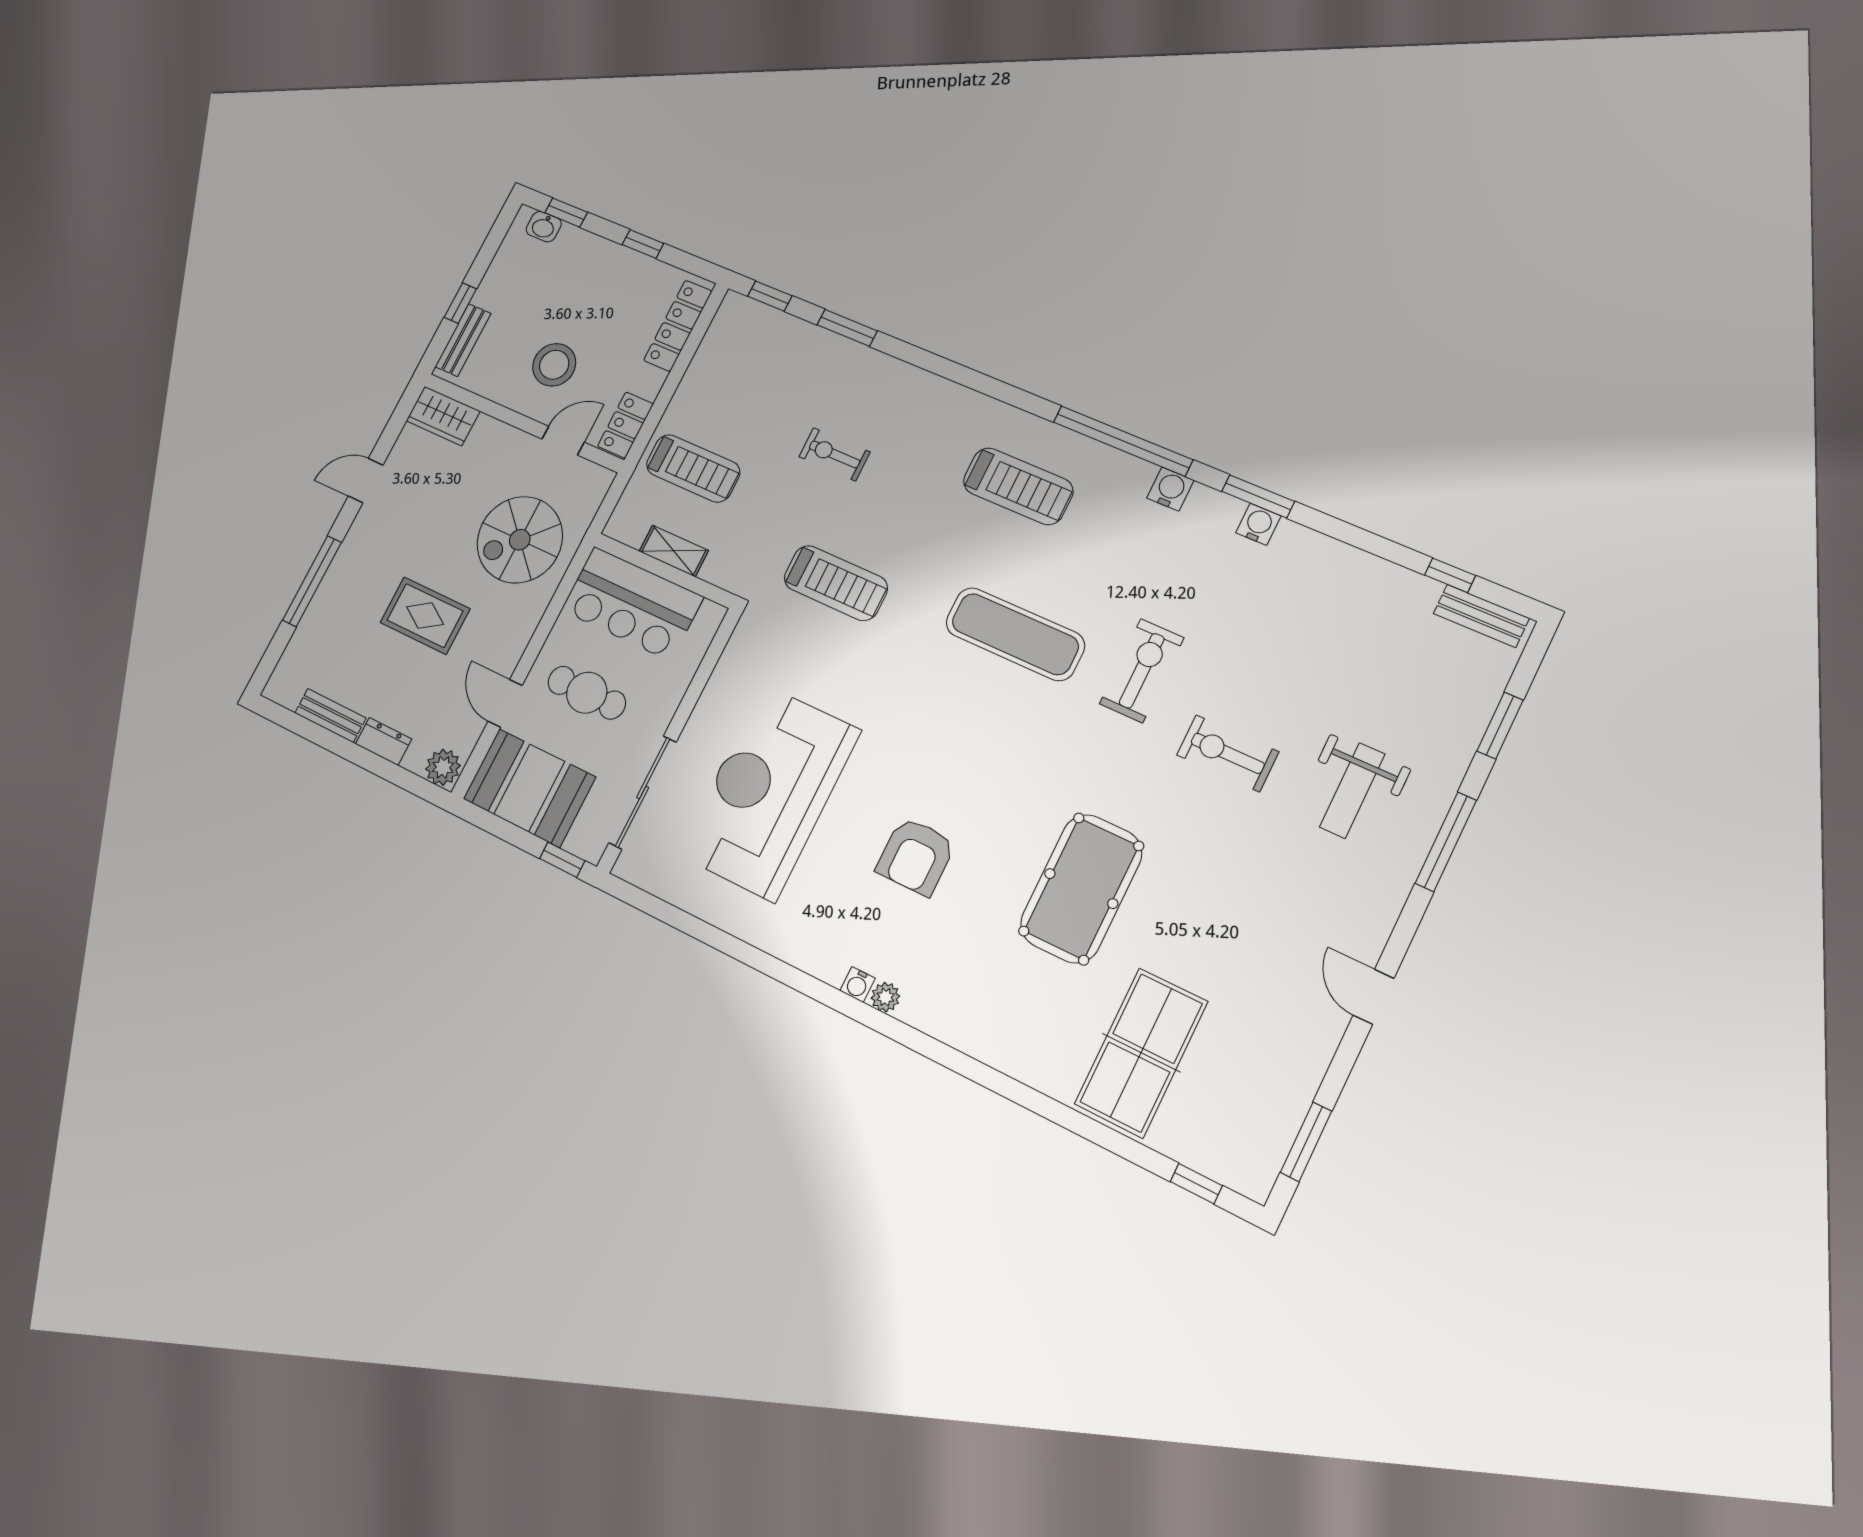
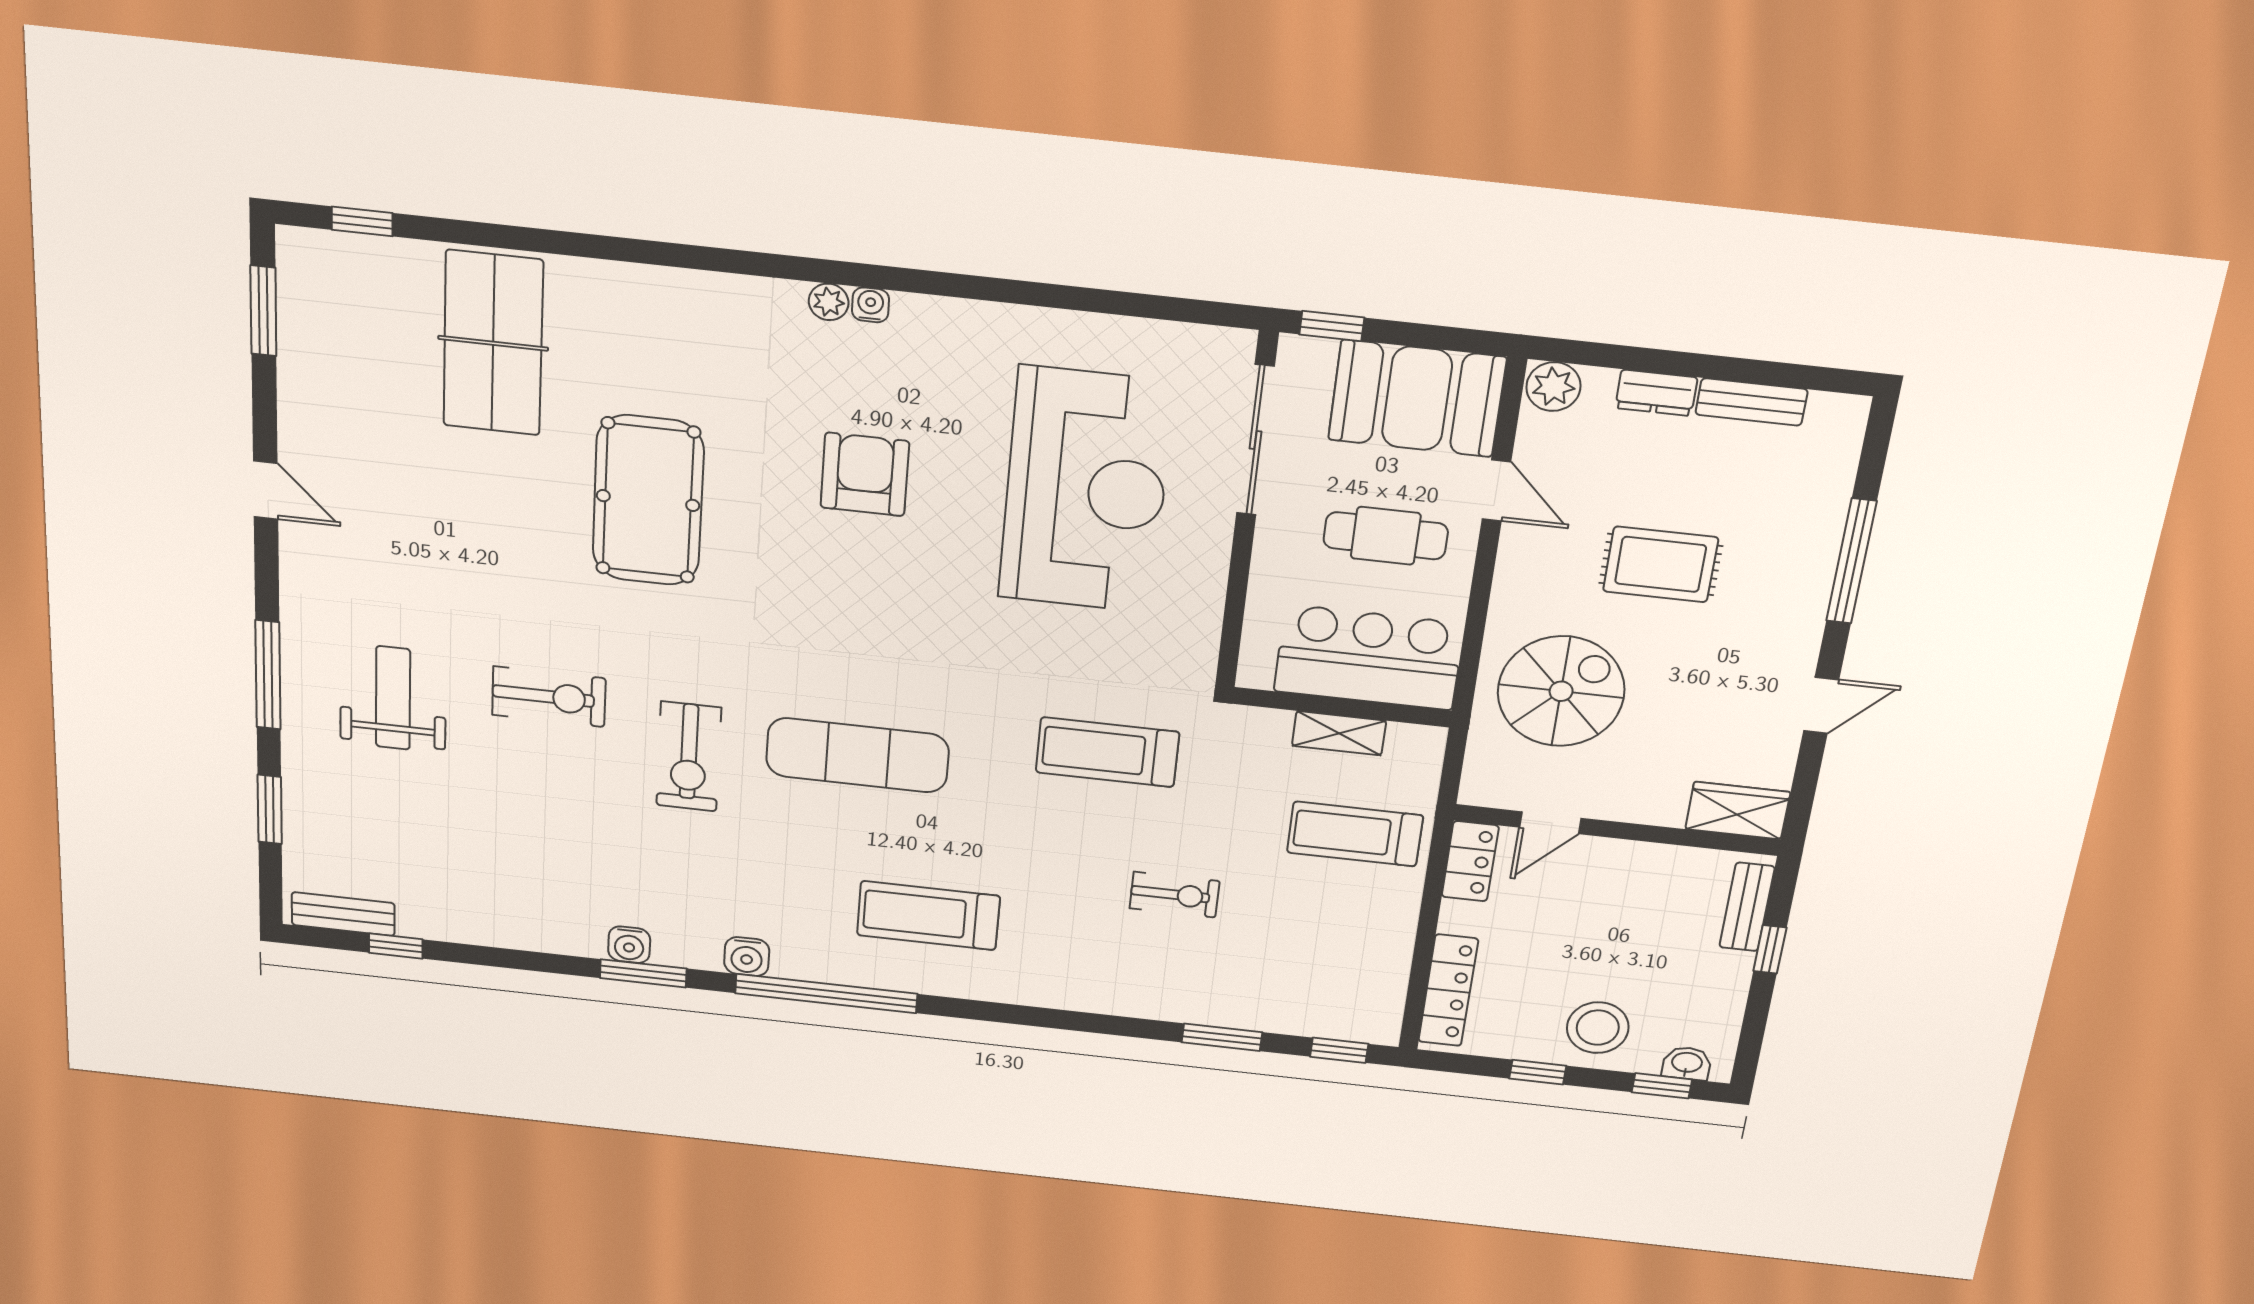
stool: (554, 365) -> (1598, 1028), moved

